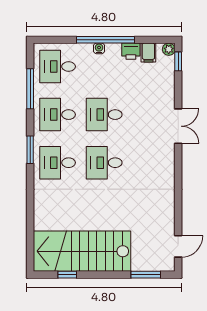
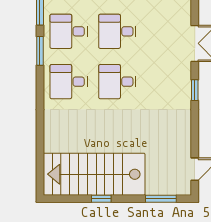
window: (30, 150) -> (40, 51), moved
window: (178, 171) -> (195, 90), added
window: (67, 275) -> (101, 199), moved

